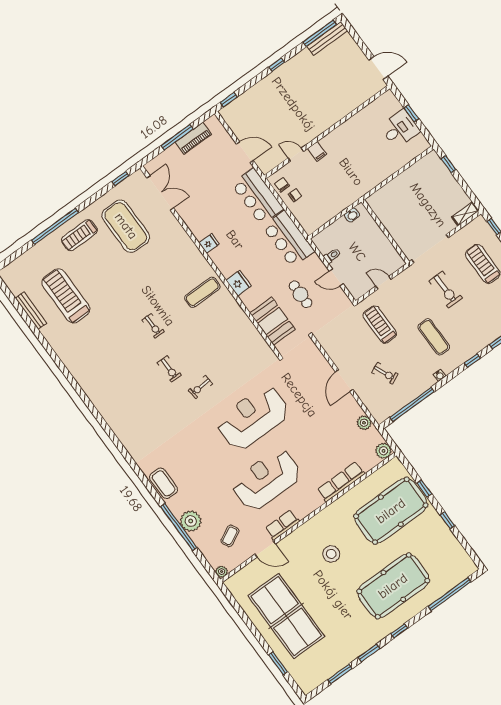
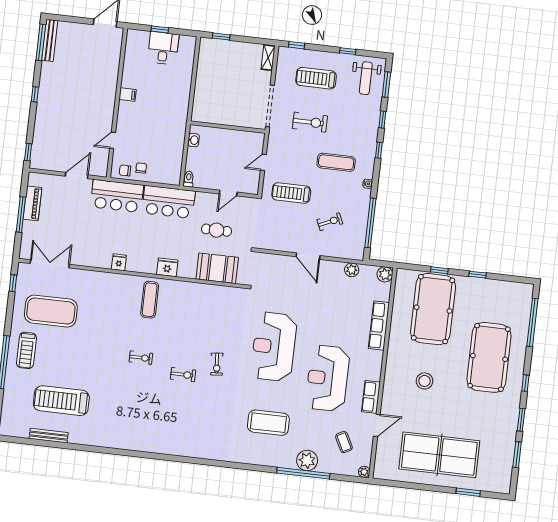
filing cabinet: (317, 151) -> (128, 94), moved
toilet: (332, 256) -> (189, 179), moved
coffee table: (164, 483) -> (268, 423), moved, width x1.36, depth x1.32

